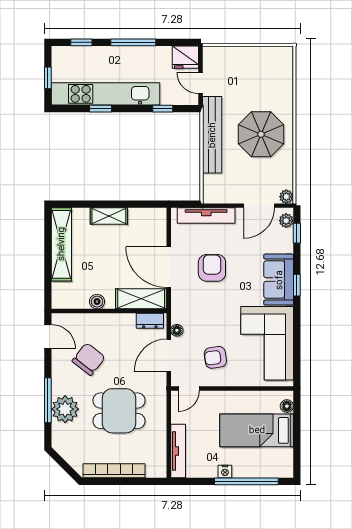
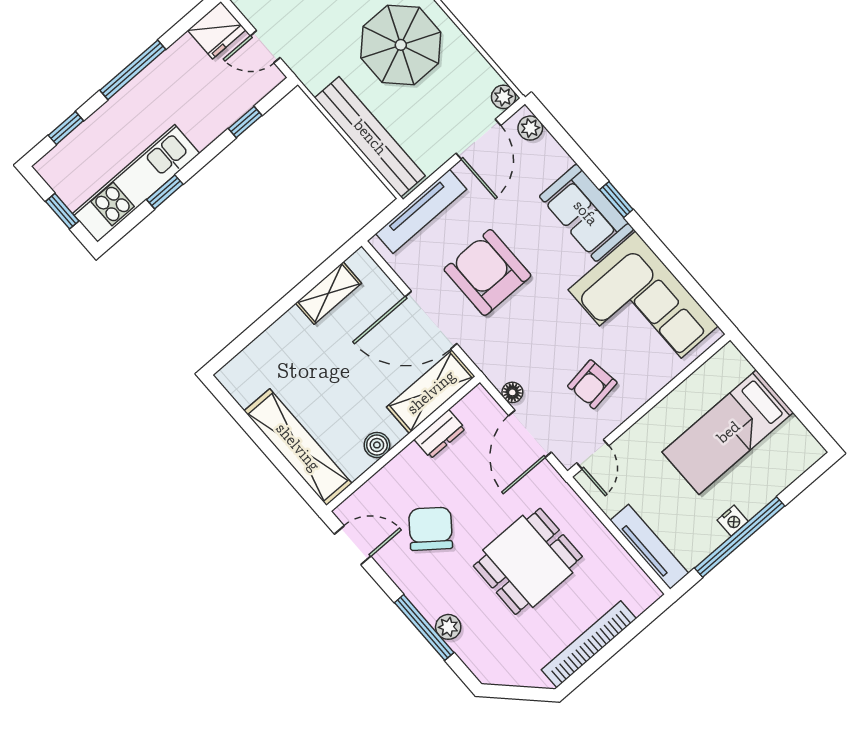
kitchen unit: (106, 94) -> (136, 183), width x0.73
bench: (212, 135) -> (370, 137), moved
shelving: (109, 216) -> (329, 293), moved
window: (297, 233) -> (558, 132), removed
shelving: (61, 244) -> (298, 447), moved
armchair: (212, 268) -> (487, 272), width x1.36, depth x1.36
dresser: (150, 321) -> (440, 434), moved
floor lamp: (287, 406) -> (739, 367), removed
plant: (65, 409) -> (448, 627), width x0.53, depth x0.53
window: (246, 481) -> (740, 537), moved

